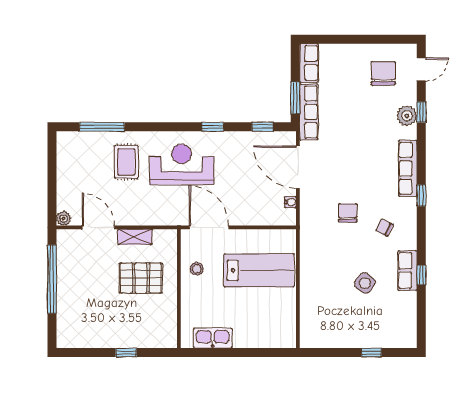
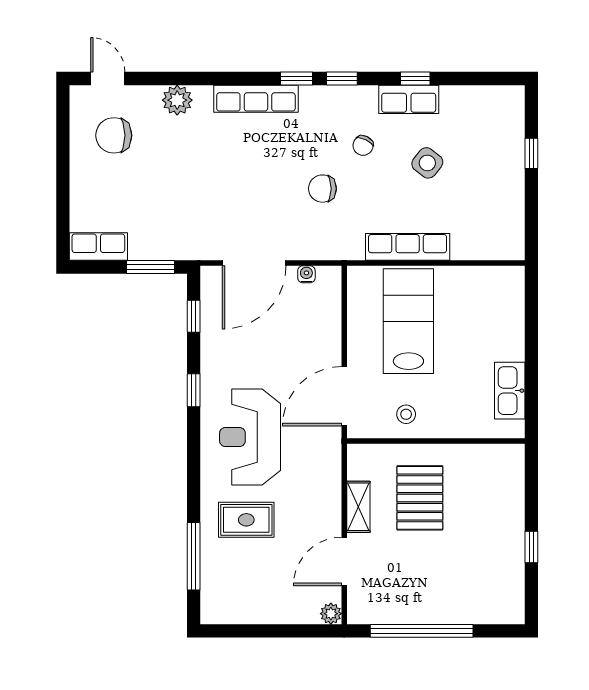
row of seats: (309, 112) -> (408, 247), moved
window: (421, 112) -> (342, 79), moved
chair: (384, 228) -> (363, 145), moved
window: (126, 353) -> (531, 547), moved

